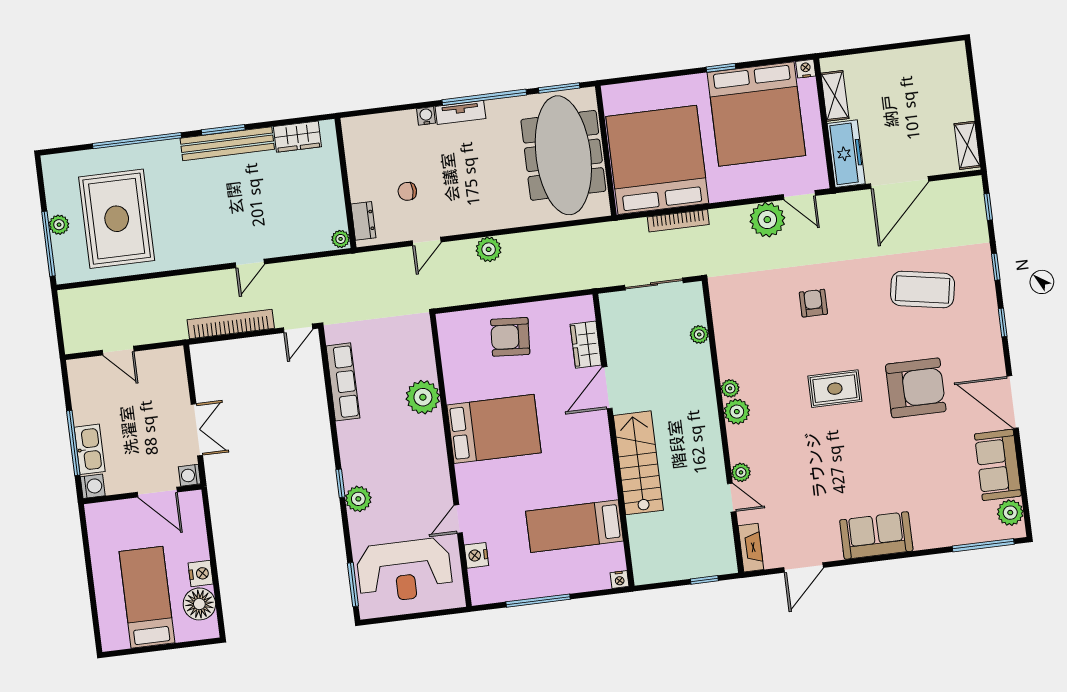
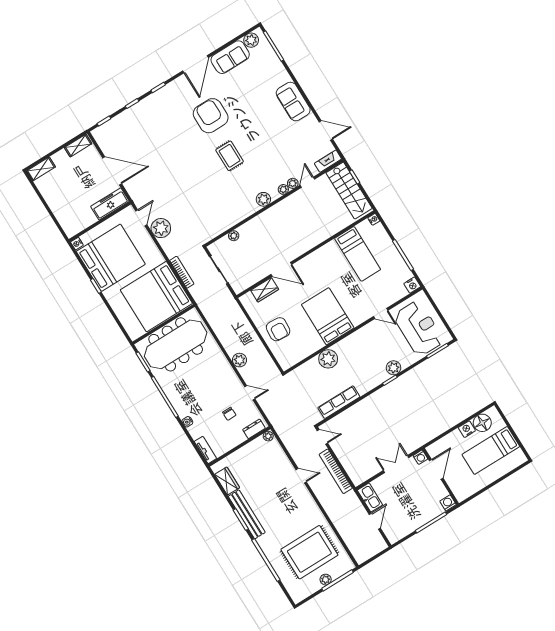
shelving: (835, 96) -> (41, 169), moved
tv unit: (460, 112) -> (205, 450), moved
coffee table: (923, 290) -> (160, 135), removed
armchair: (813, 303) -> (192, 186), removed
plant: (730, 388) -> (283, 189), moved
kitchen sink: (90, 449) -> (370, 497), moved, turned 90
stairs: (638, 463) -> (349, 191), moved, turned -90
nightstand: (476, 555) -> (412, 285), moved

